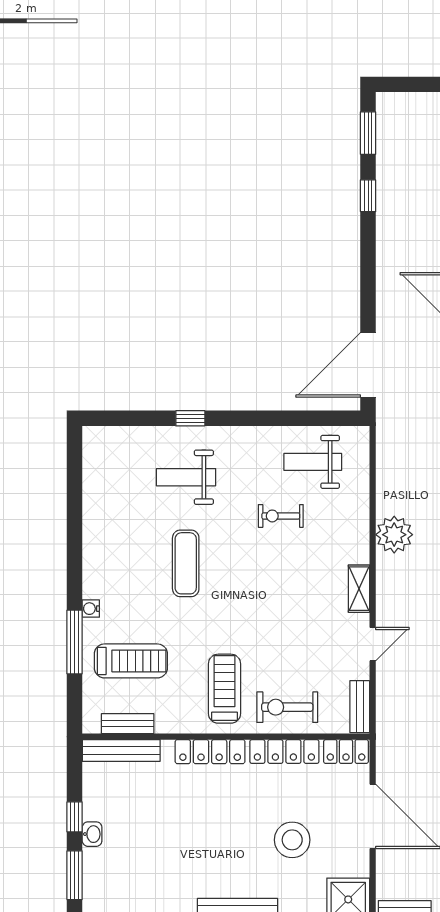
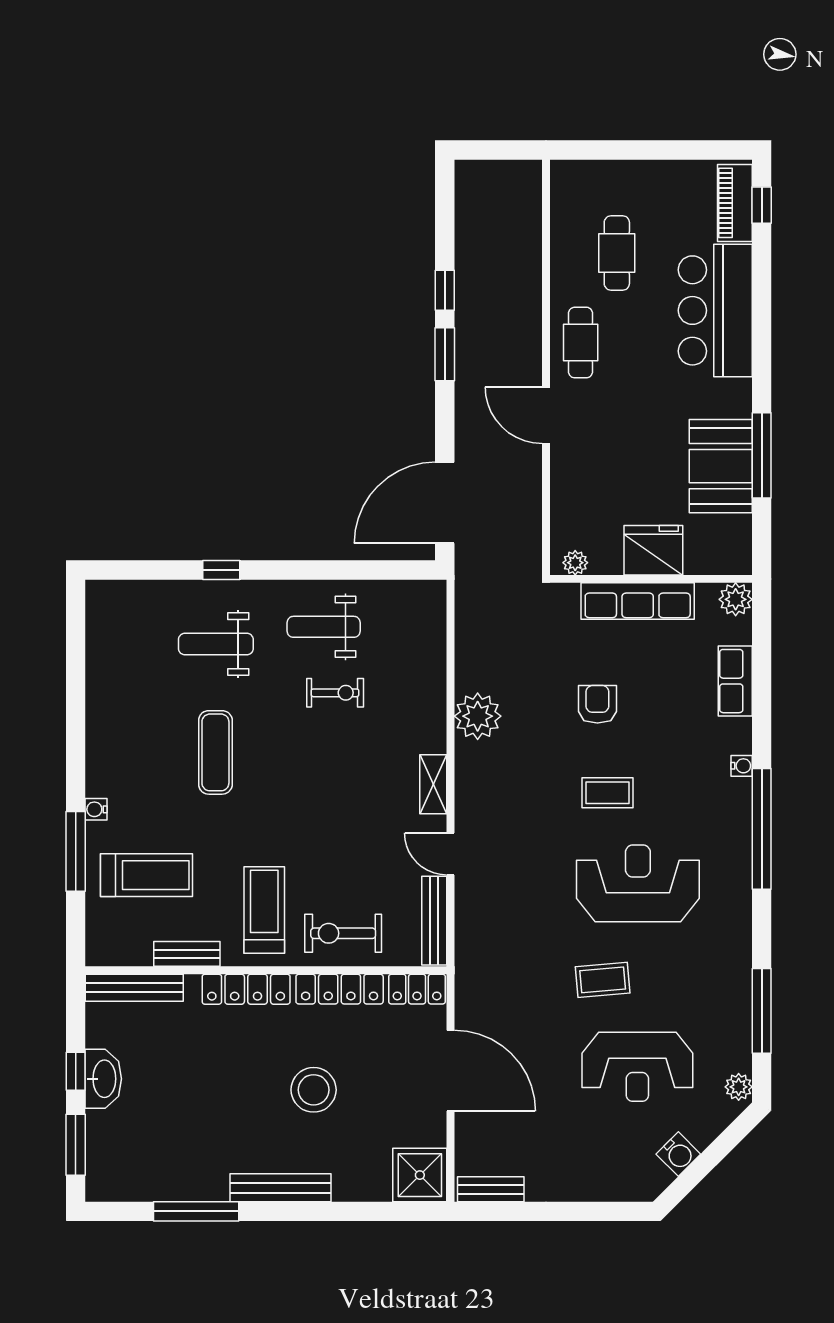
window: (368, 133) -> (445, 354), moved
weight bench: (313, 462) -> (324, 627), moved
exercise bike: (281, 516) -> (335, 693), turned 180
door: (373, 644) -> (450, 854), swing flipped
bench: (360, 707) -> (434, 921), width x1.36
bench: (128, 724) -> (187, 954), moved
washbasin: (92, 834) -> (103, 1079), width x1.91, depth x1.45
stool: (292, 840) -> (314, 1090), moved

